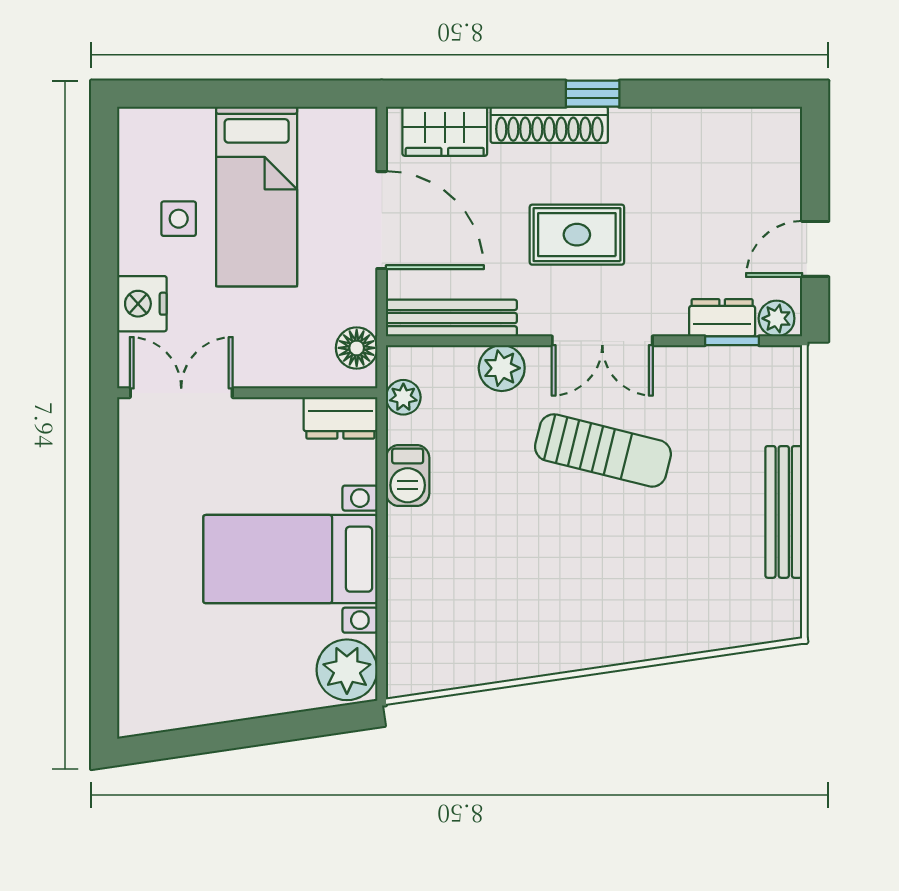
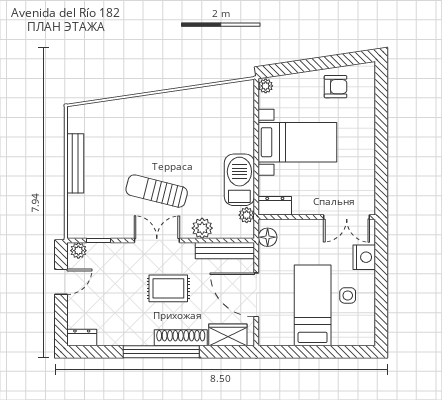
window: (593, 94) -> (161, 352), width x3.17
dresser: (722, 318) -> (82, 338), moved, turned 180
barbecue: (408, 475) -> (239, 180), width x1.88, depth x1.53
plant: (347, 670) -> (266, 86), width x0.53, depth x0.53
armchair: (206, 682) -> (336, 87), added

